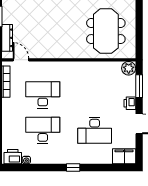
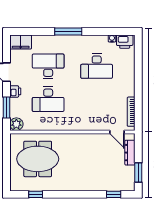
meeting table: (106, 31) -> (38, 159), turned 90
desk: (43, 95) -> (48, 99), moved
window: (73, 167) -> (68, 31), width x2.17

